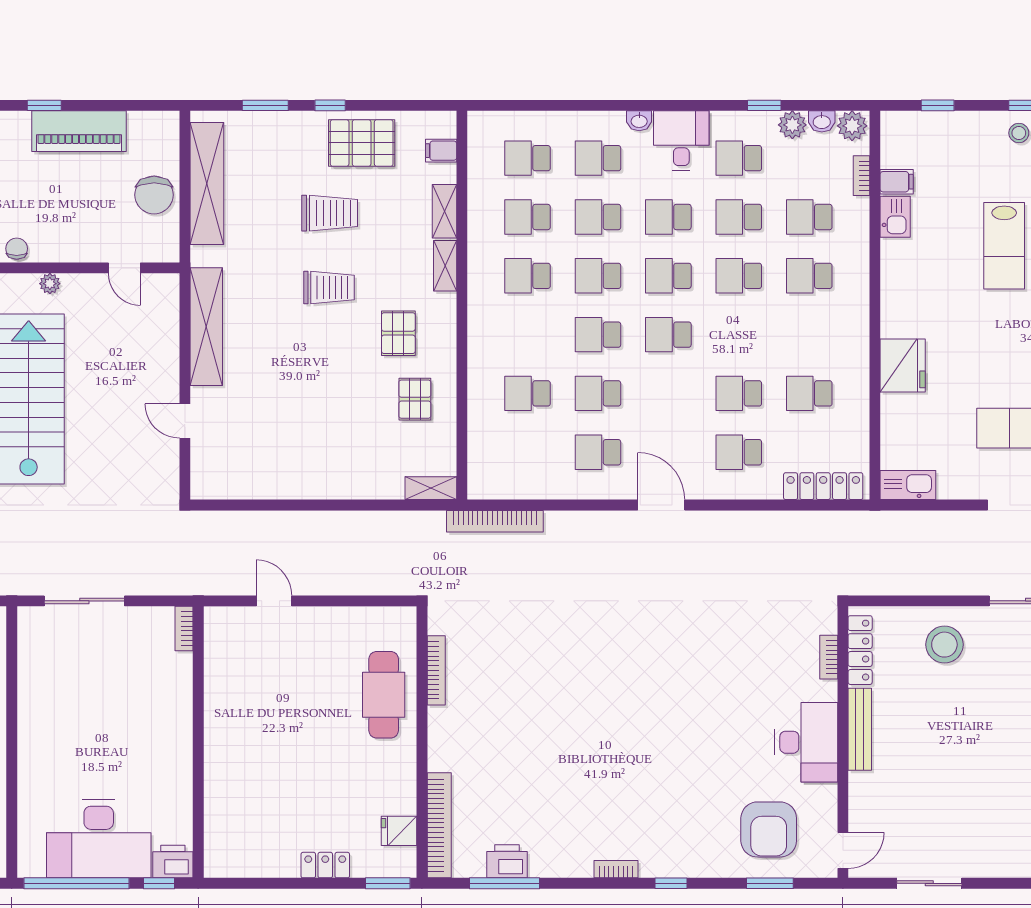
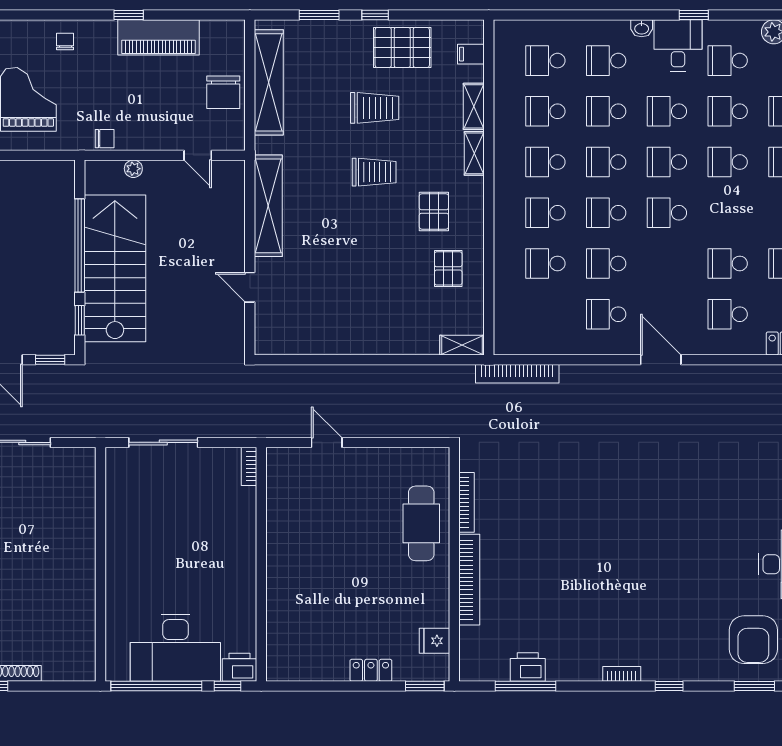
window: (764, 105) -> (694, 15), moved
chair: (17, 249) -> (105, 139), turned 90
school desk: (527, 335) -> (545, 213), added
bookcase: (439, 825) -> (469, 580), moved

